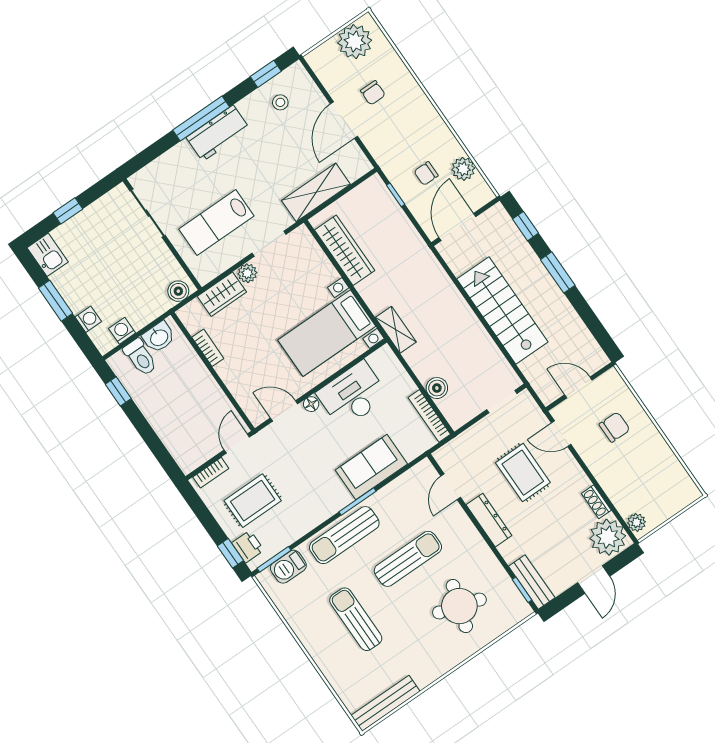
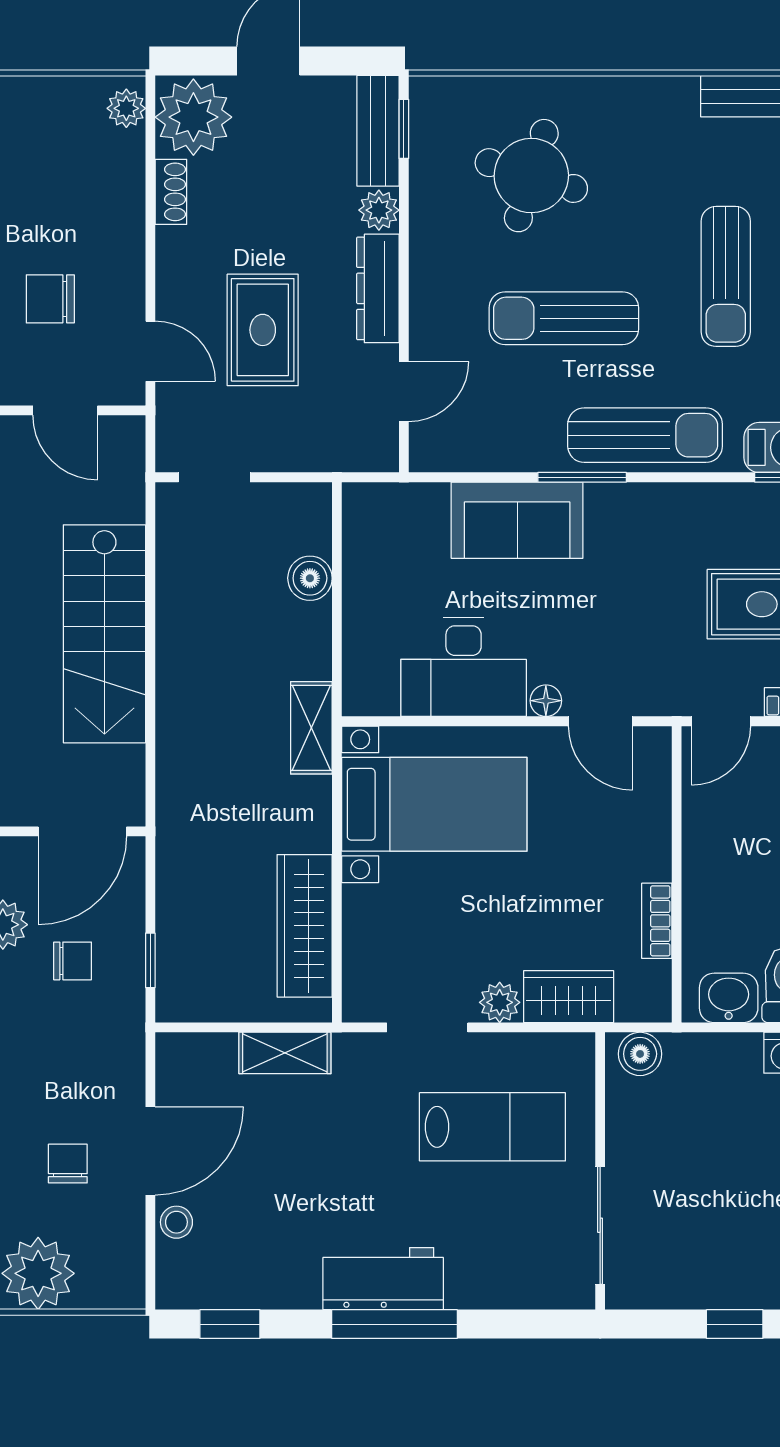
stool: (280, 102) -> (176, 1222), moved
shelving: (316, 192) -> (285, 1053), width x0.67, depth x0.75
bookcase: (429, 416) -> (356, 539), removed
plant: (510, 551) -> (379, 210), added

